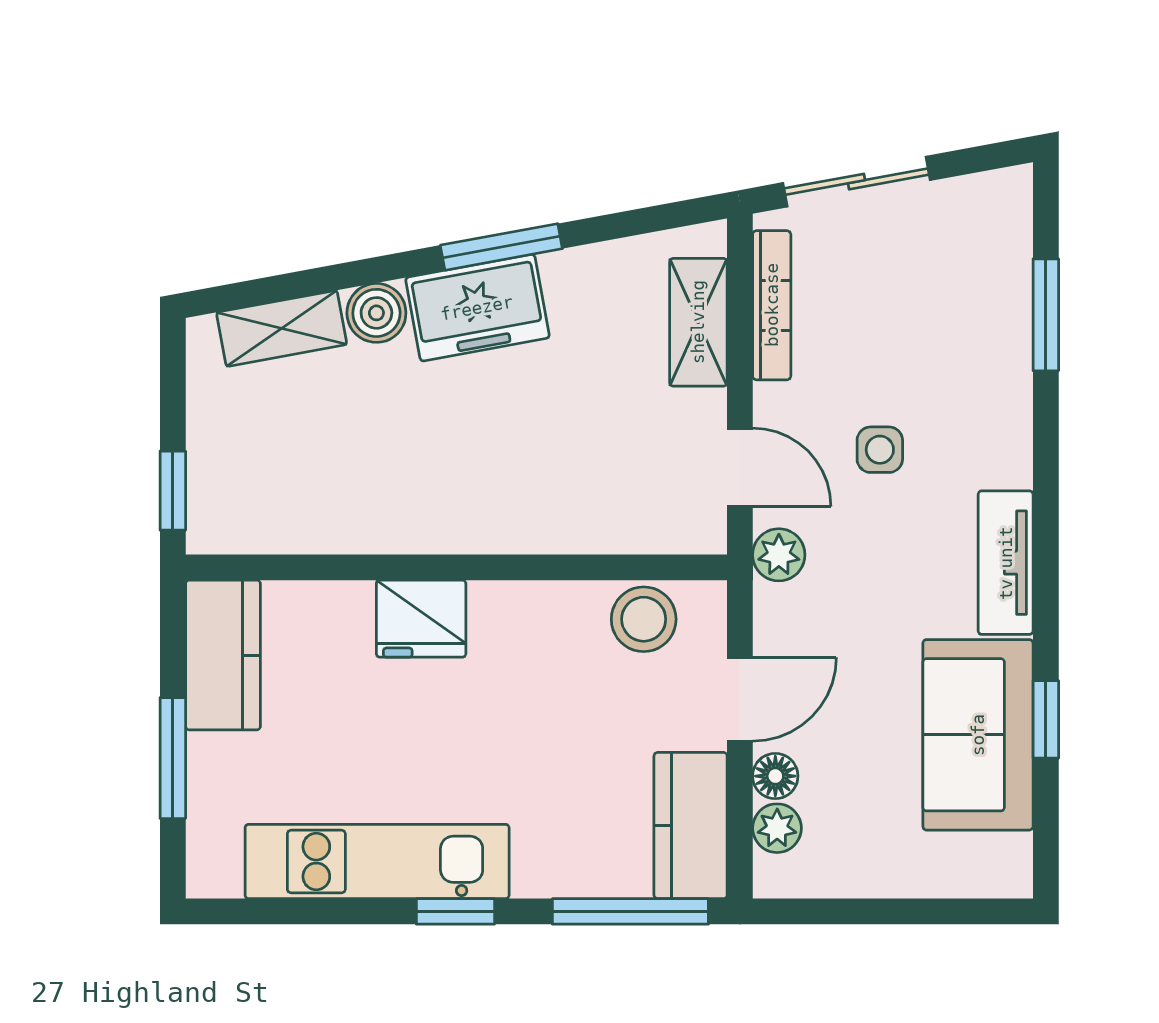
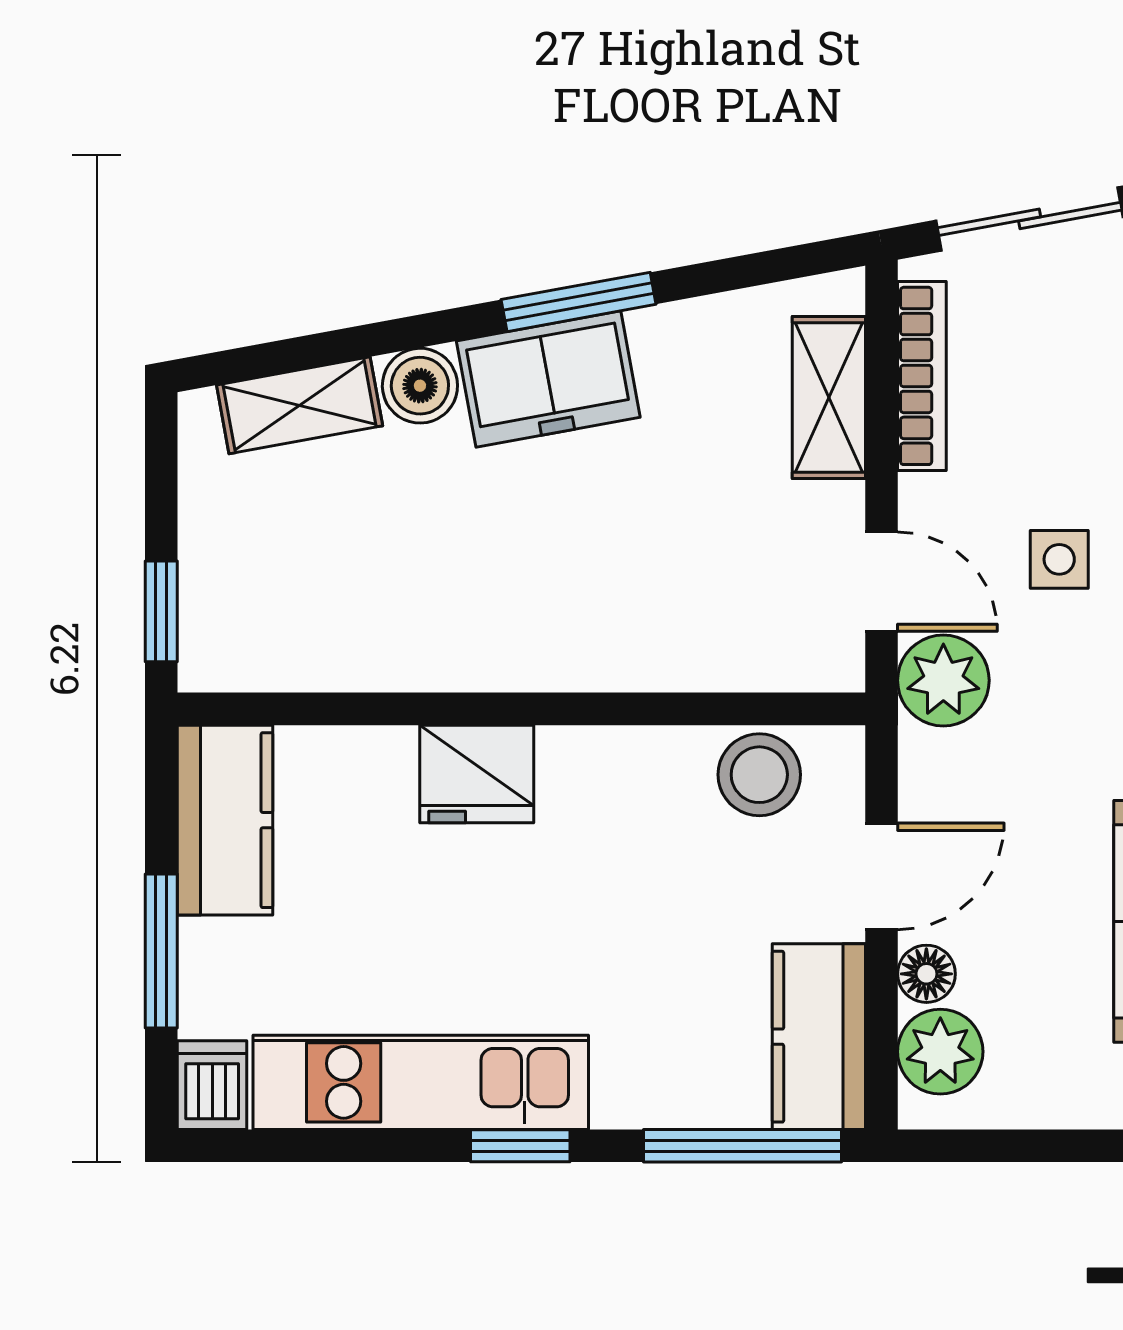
plant: (779, 555) -> (943, 680), width x1.38, depth x1.38
plant: (777, 828) -> (940, 1052), width x1.38, depth x1.38
dishwasher: (213, 864) -> (212, 1085), added

